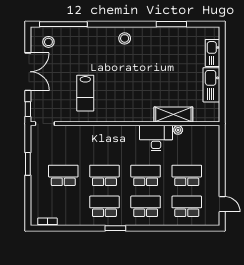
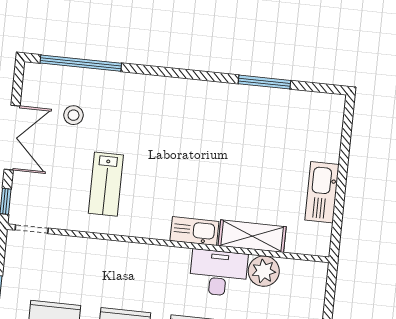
stool: (125, 38) -> (183, 98), removed
stool: (48, 42) -> (73, 115), moved
kitchen sink: (212, 53) -> (194, 231), moved, turned 90
plant: (178, 130) -> (264, 271), width x1.88, depth x1.88

